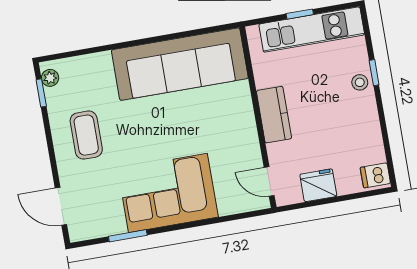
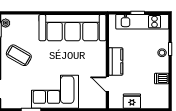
coffee table: (86, 135) -> (19, 55), turned -60
dishwasher: (375, 175) -> (162, 79), moved
door: (269, 181) -> (107, 84), moved

